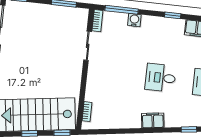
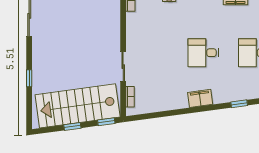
sliding door: (88, 46) -> (123, 67), moved

